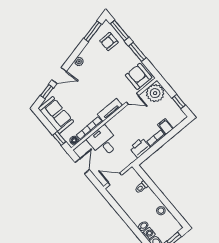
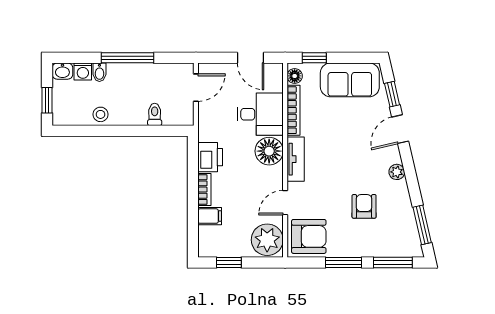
armchair: (109, 42) -> (364, 206), moved
floor lamp: (116, 124) -> (269, 151), added
window: (127, 219) -> (127, 58), added

